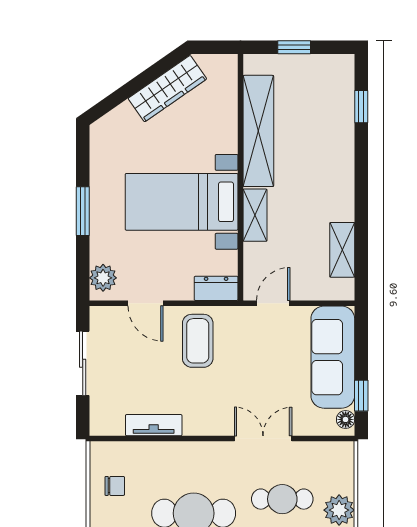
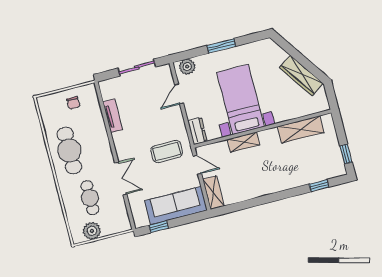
window: (294, 47) -> (346, 154), moved
shelving: (258, 131) -> (301, 129), width x0.68
shelving: (342, 250) -> (213, 193), moved, turned 90
coffee table: (198, 341) -> (167, 152), moved
floor lamp: (346, 419) -> (143, 221), removed

